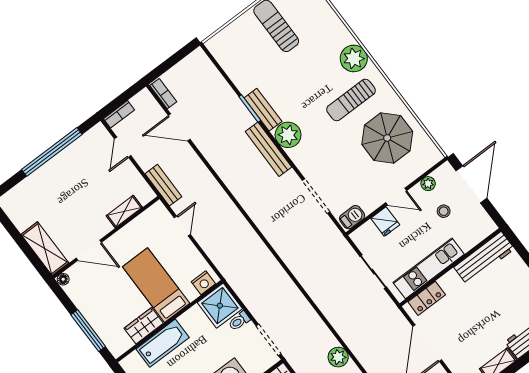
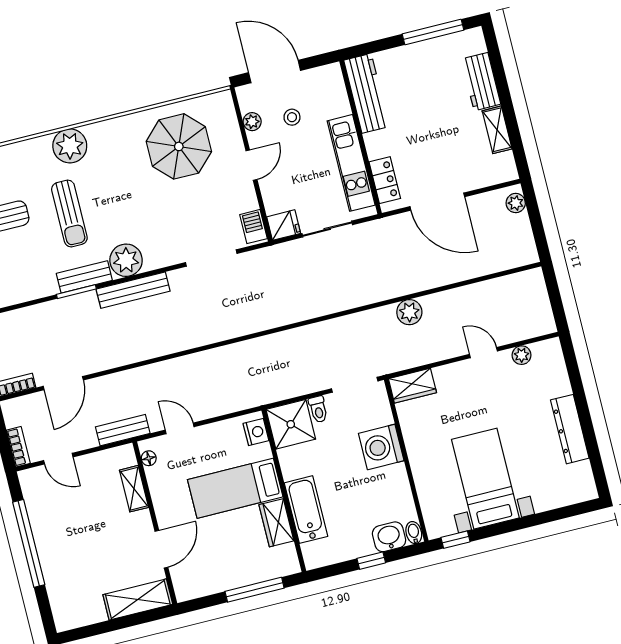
sun lounger: (351, 100) -> (69, 213), moved
fridge: (385, 221) -> (284, 225), moved
floor lamp: (63, 279) -> (149, 458), moved

